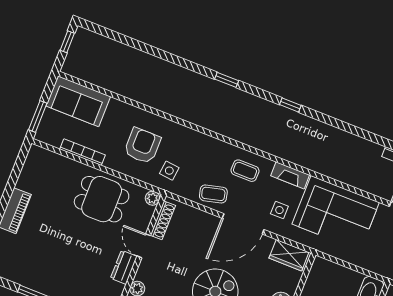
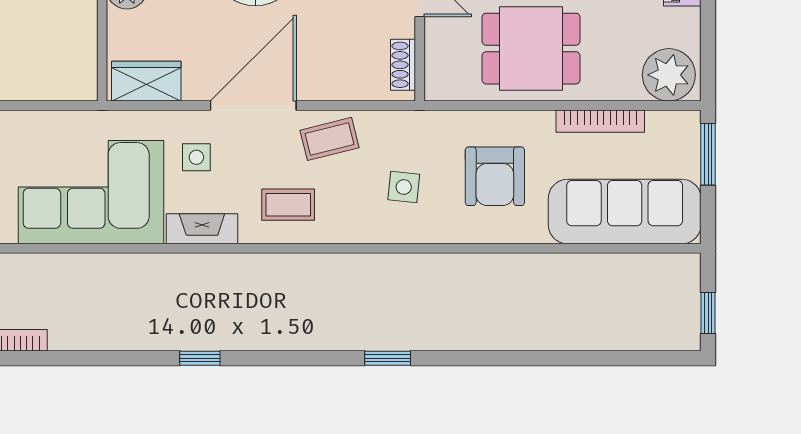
sofa: (78, 101) -> (625, 212), width x1.36
window: (290, 105) -> (200, 358), moved
side table: (169, 171) -> (404, 187), moved
plant: (153, 198) -> (669, 75), moved, width x1.88, depth x1.88
shoe rack: (163, 220) -> (403, 65), width x0.70

